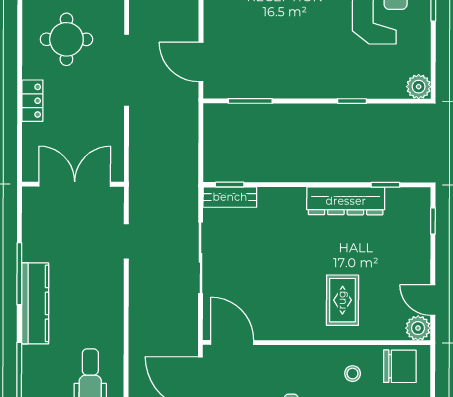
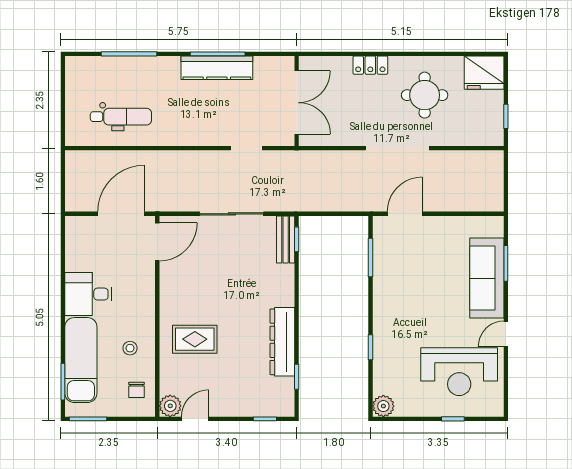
kitchen counter: (35, 303) -> (217, 68), moved
chair: (400, 366) -> (136, 390), width x0.54, depth x0.54

